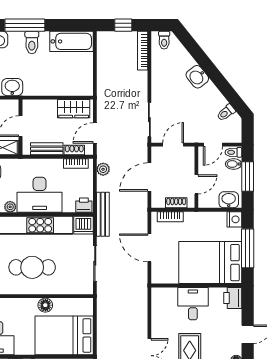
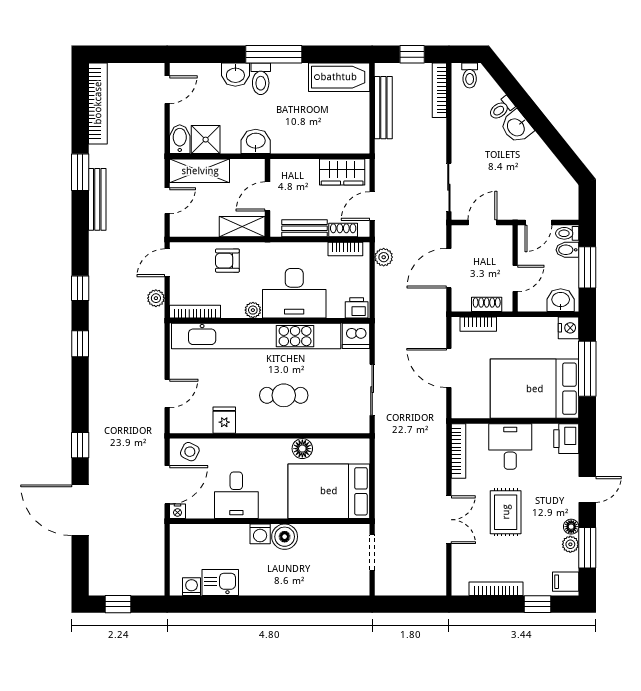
toilet: (32, 43) -> (261, 79), moved
toilet: (226, 113) -> (501, 108), moved
bench: (103, 214) -> (383, 108), moved
cafe table: (32, 267) -> (284, 395), width x0.73, depth x0.74
bookcase: (156, 307) -> (459, 451), added

